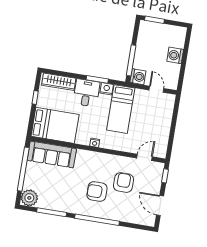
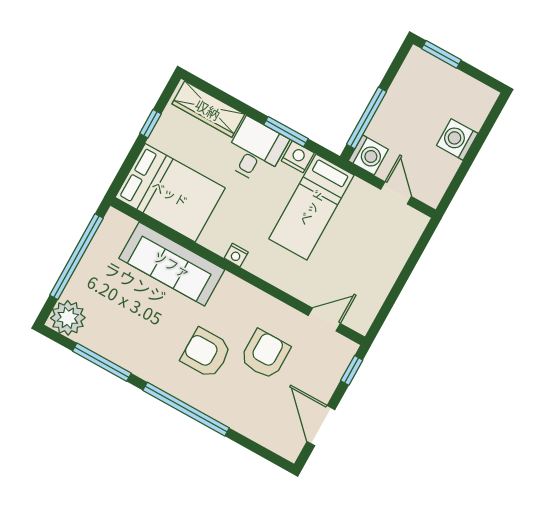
sofa: (52, 154) -> (172, 264), moved

